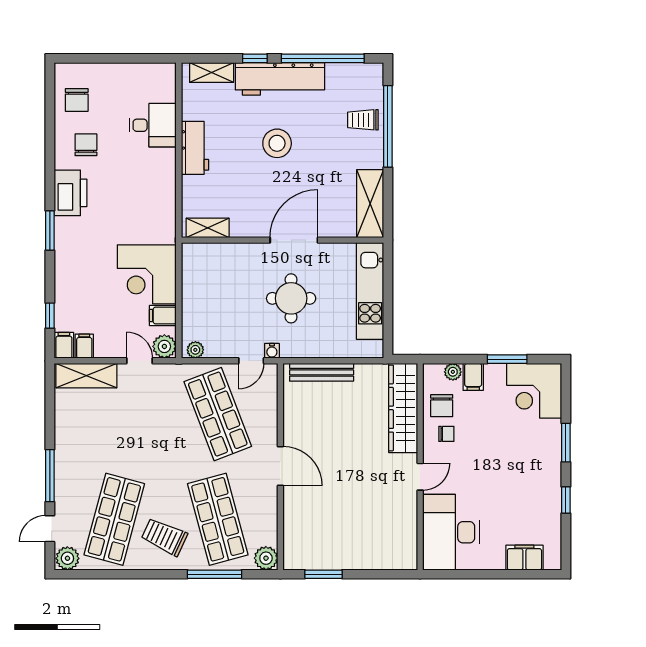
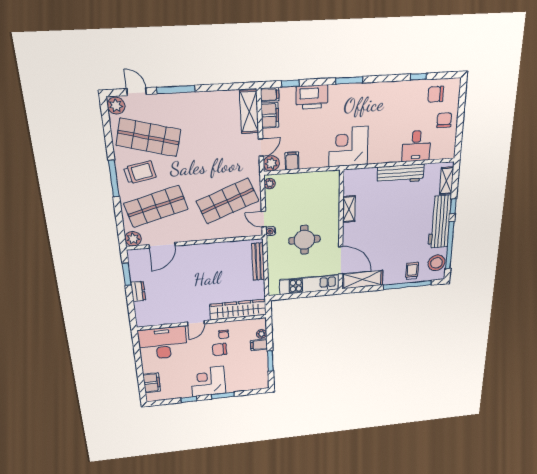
window: (50, 128) -> (418, 77), added
stool: (277, 143) -> (437, 263), moved
chair: (86, 145) -> (444, 120), moved, turned -90
workbench: (195, 148) -> (400, 174), width x1.38
printer: (71, 193) -> (312, 97), moved
shelving: (208, 228) -> (349, 209), moved
door: (294, 240) -> (341, 260), moved
corner desk: (147, 274) -> (348, 147), moved
filing cabinet: (84, 346) -> (270, 115), width x2.00
corner desk: (534, 391) -> (208, 381), moved
chair: (442, 406) -> (220, 349), moved
door: (280, 466) -> (162, 245), moved
door: (420, 477) -> (196, 323), hinge flipped
trolley: (164, 537) -> (140, 172), turned 54
dresser: (354, 560) -> (138, 291), added
window: (215, 574) -> (114, 179), moved

